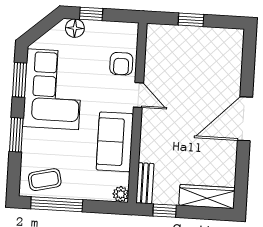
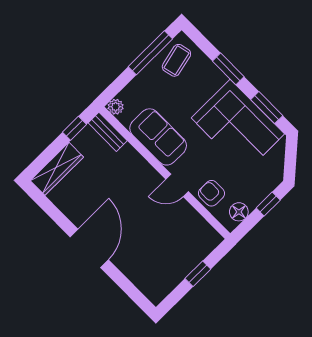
floor lamp: (75, 28) -> (239, 212), moved

